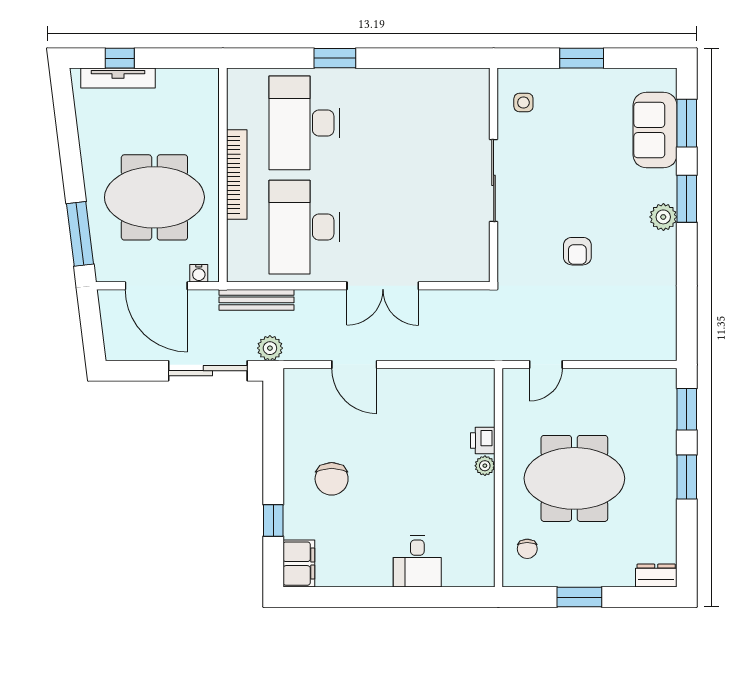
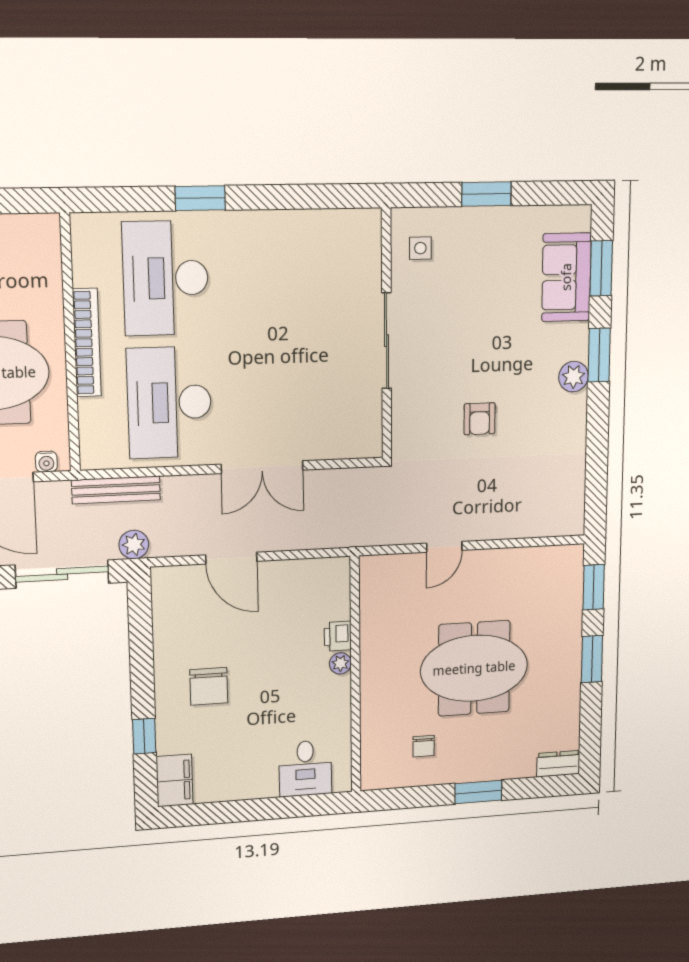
printer: (483, 441) -> (338, 636), moved
plant: (485, 466) -> (340, 663), moved
wall: (498, 478) -> (355, 675), moved

